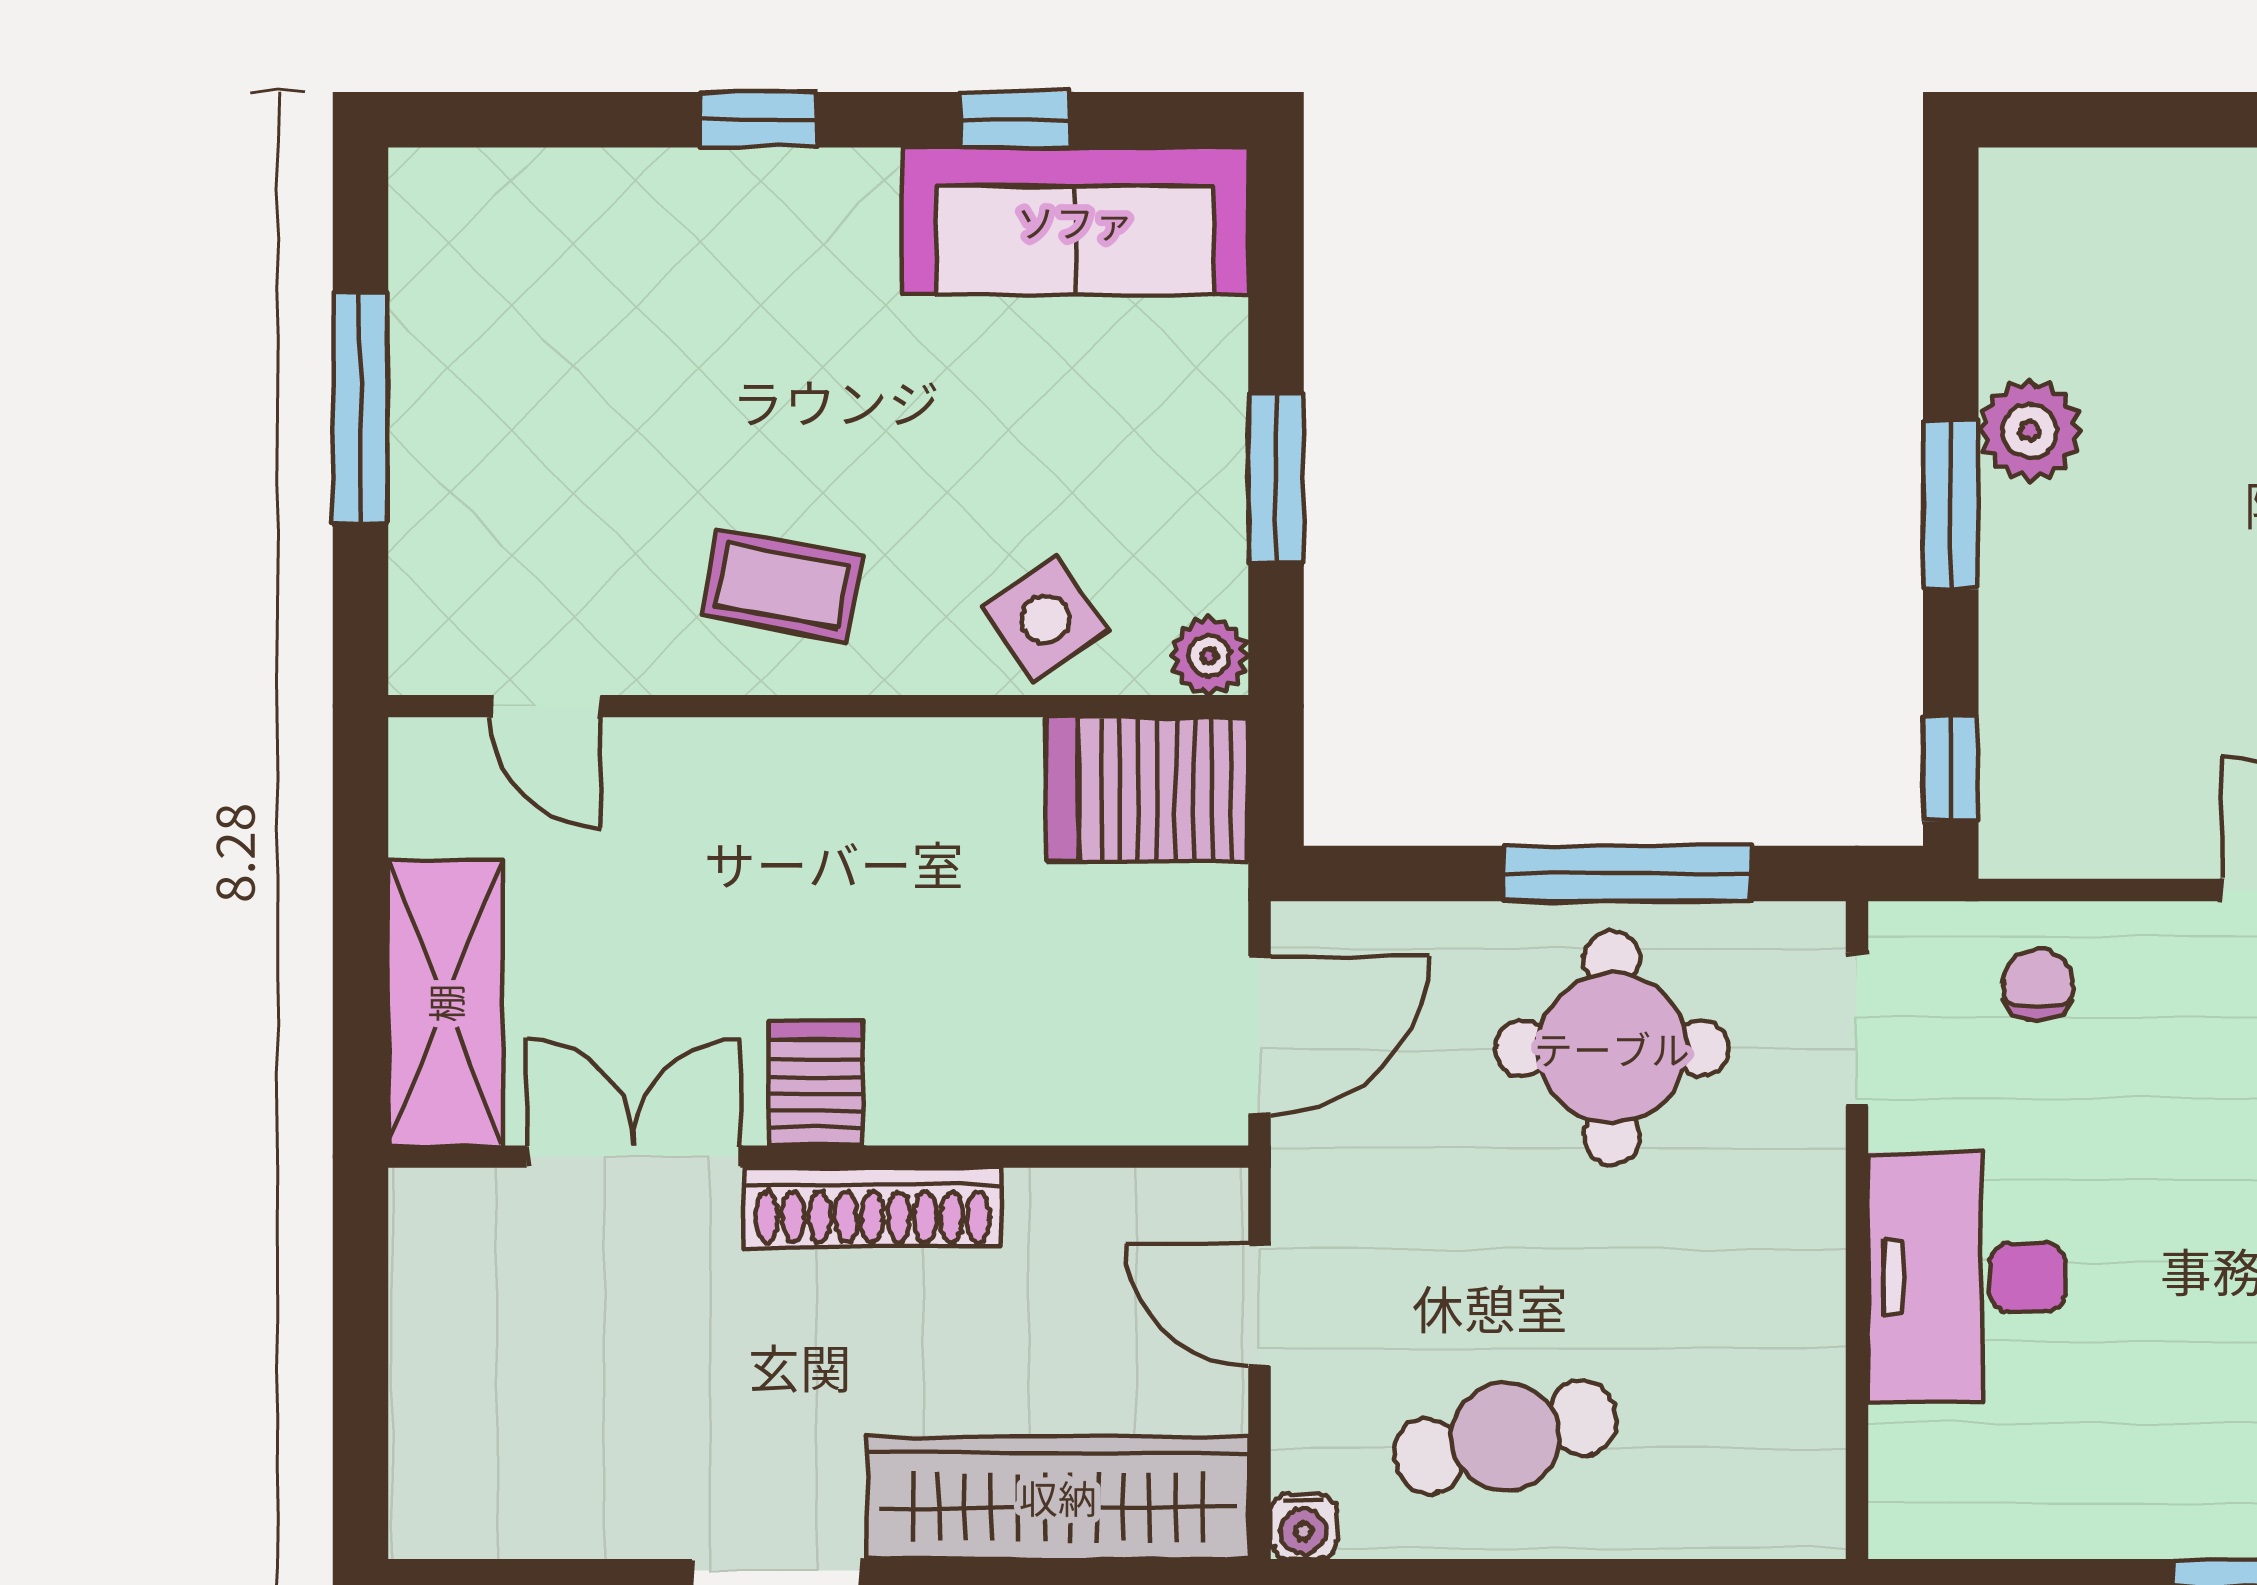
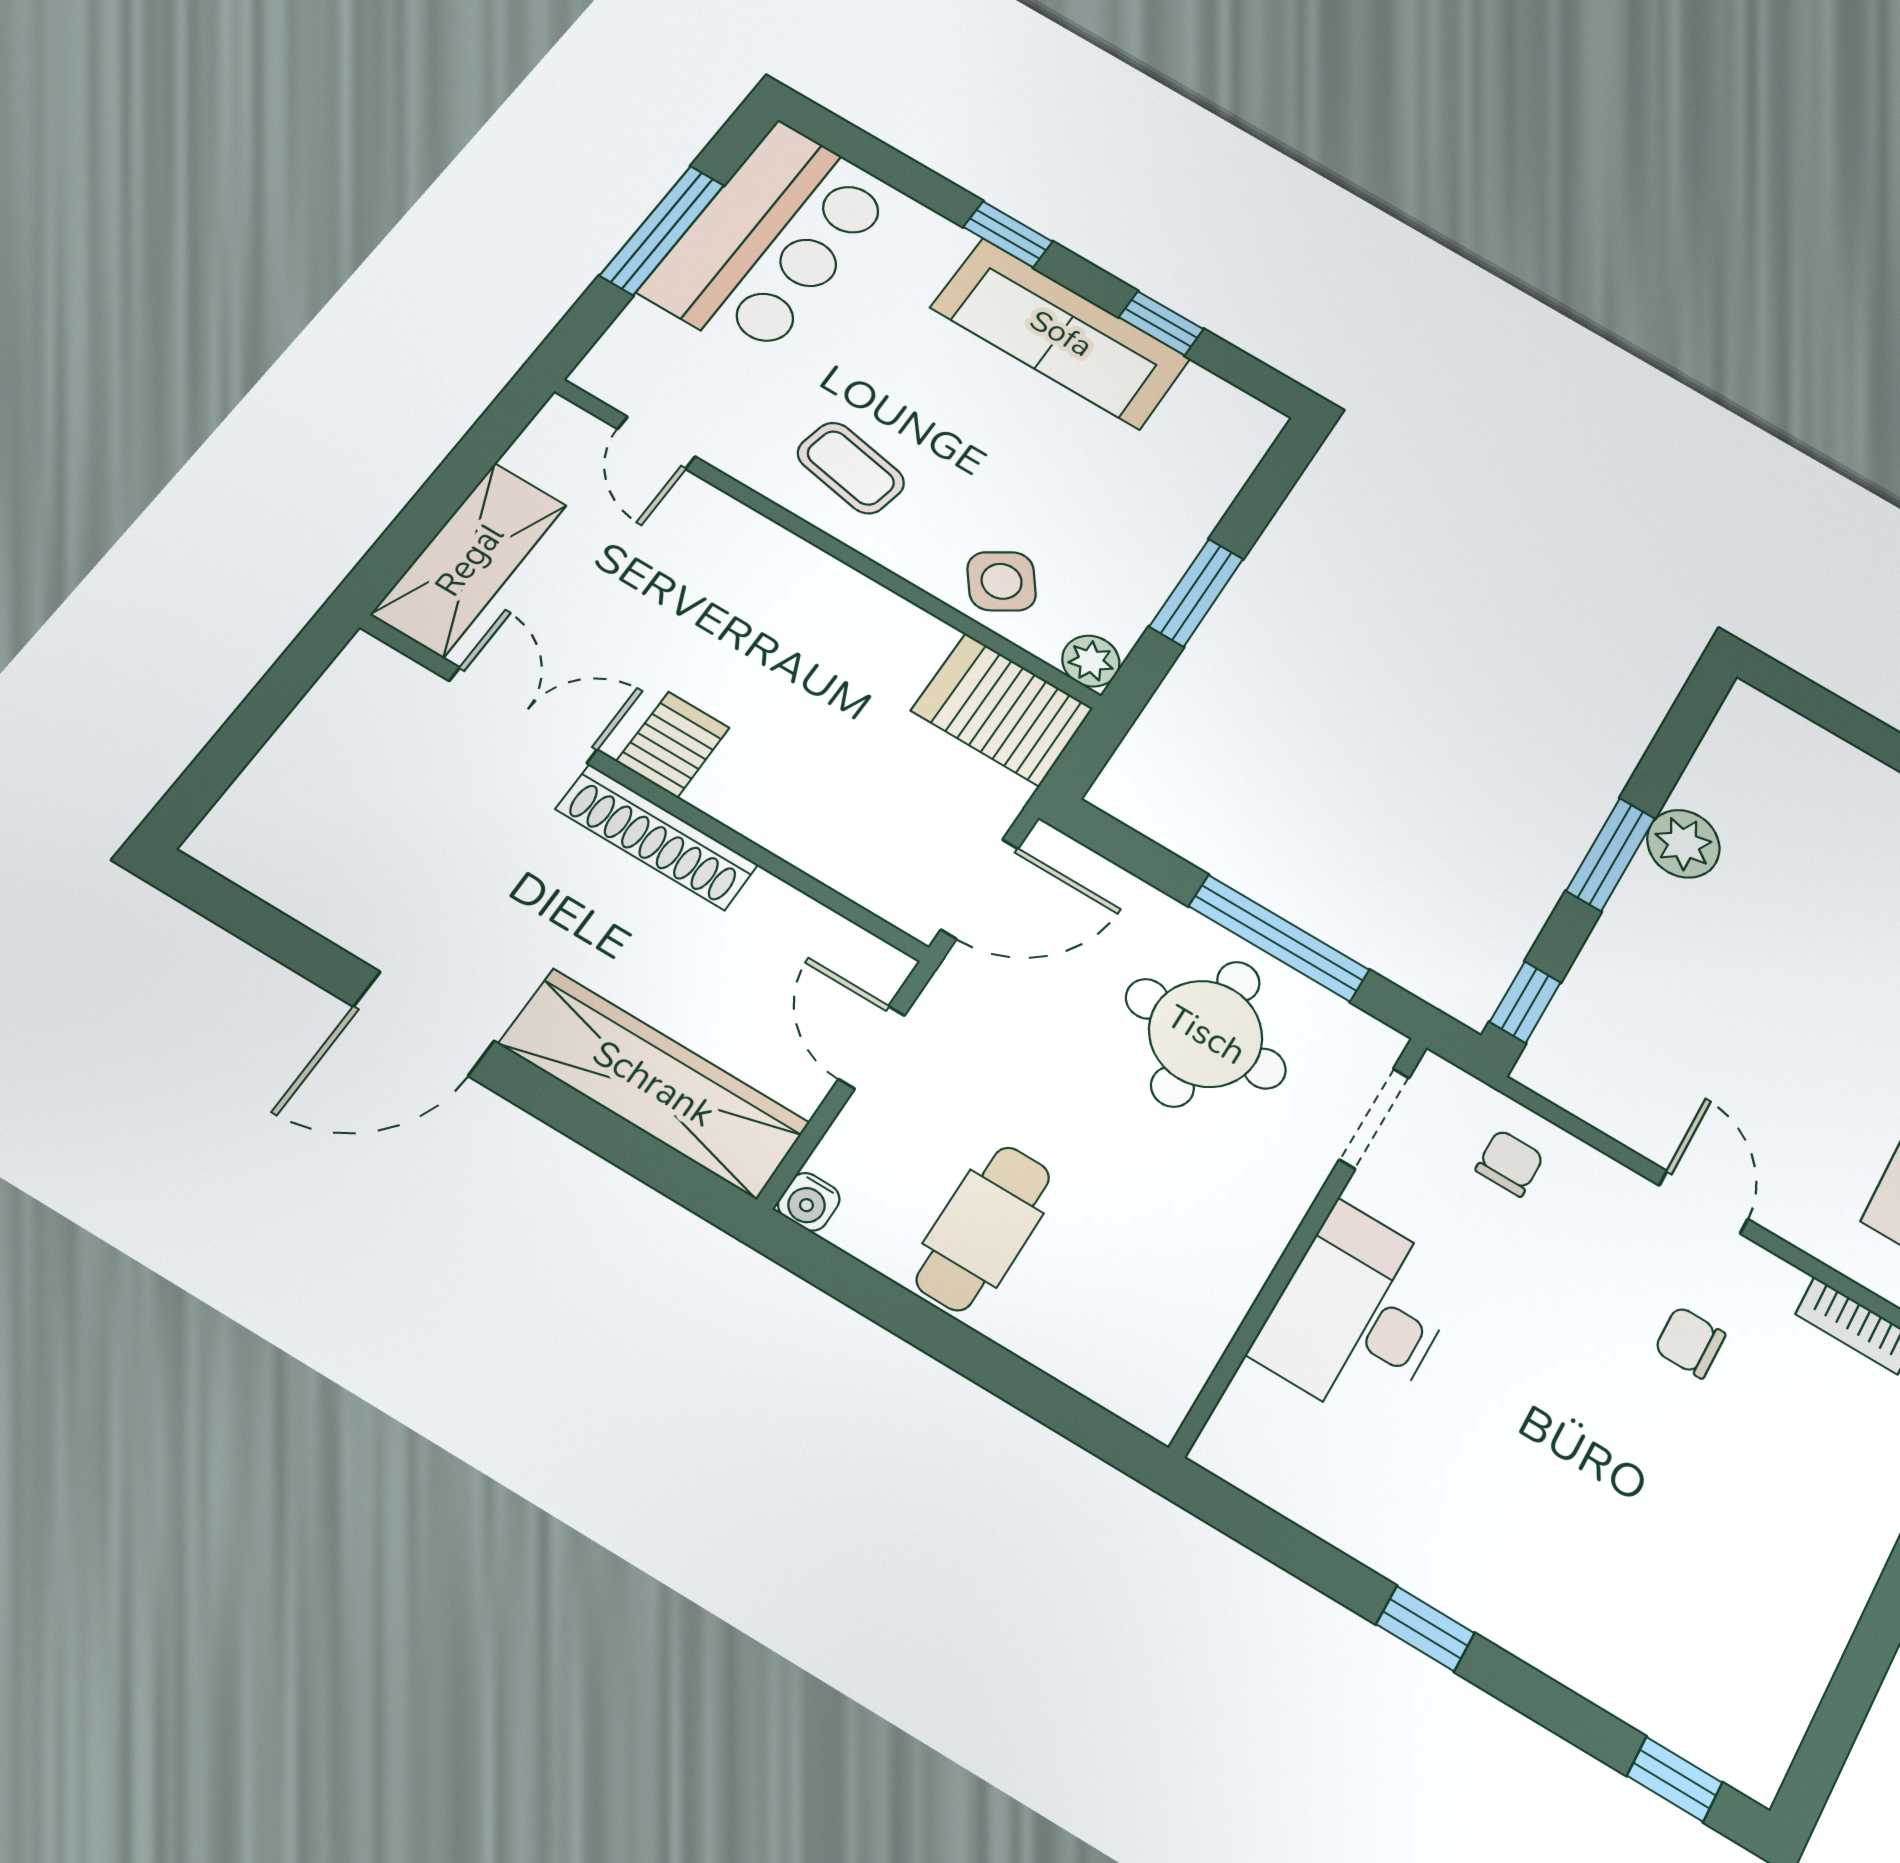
sofa: (1075, 221) -> (1061, 333), moved
bar counter: (491, 332) -> (770, 241), added
cafe table: (1505, 1437) -> (983, 1228), turned -76

